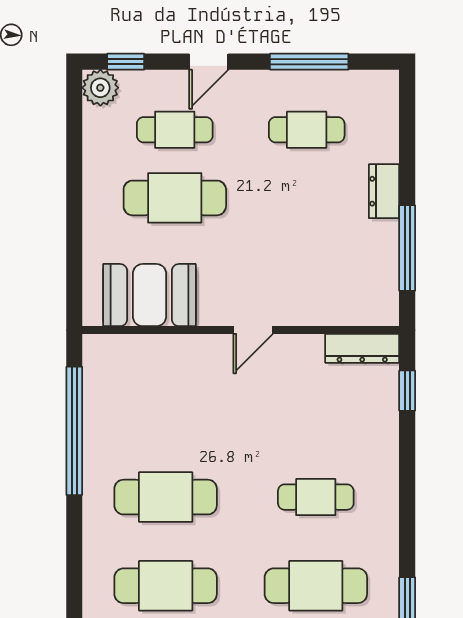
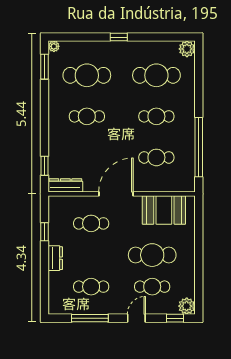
window: (407, 248) -> (45, 232), width x0.46
cafe table: (307, 266) -> (91, 223), added
door: (253, 330) -> (116, 194), width x1.88
cafe table: (166, 408) -> (156, 157), added
cafe table: (166, 497) -> (156, 116), width x0.73, depth x0.74

